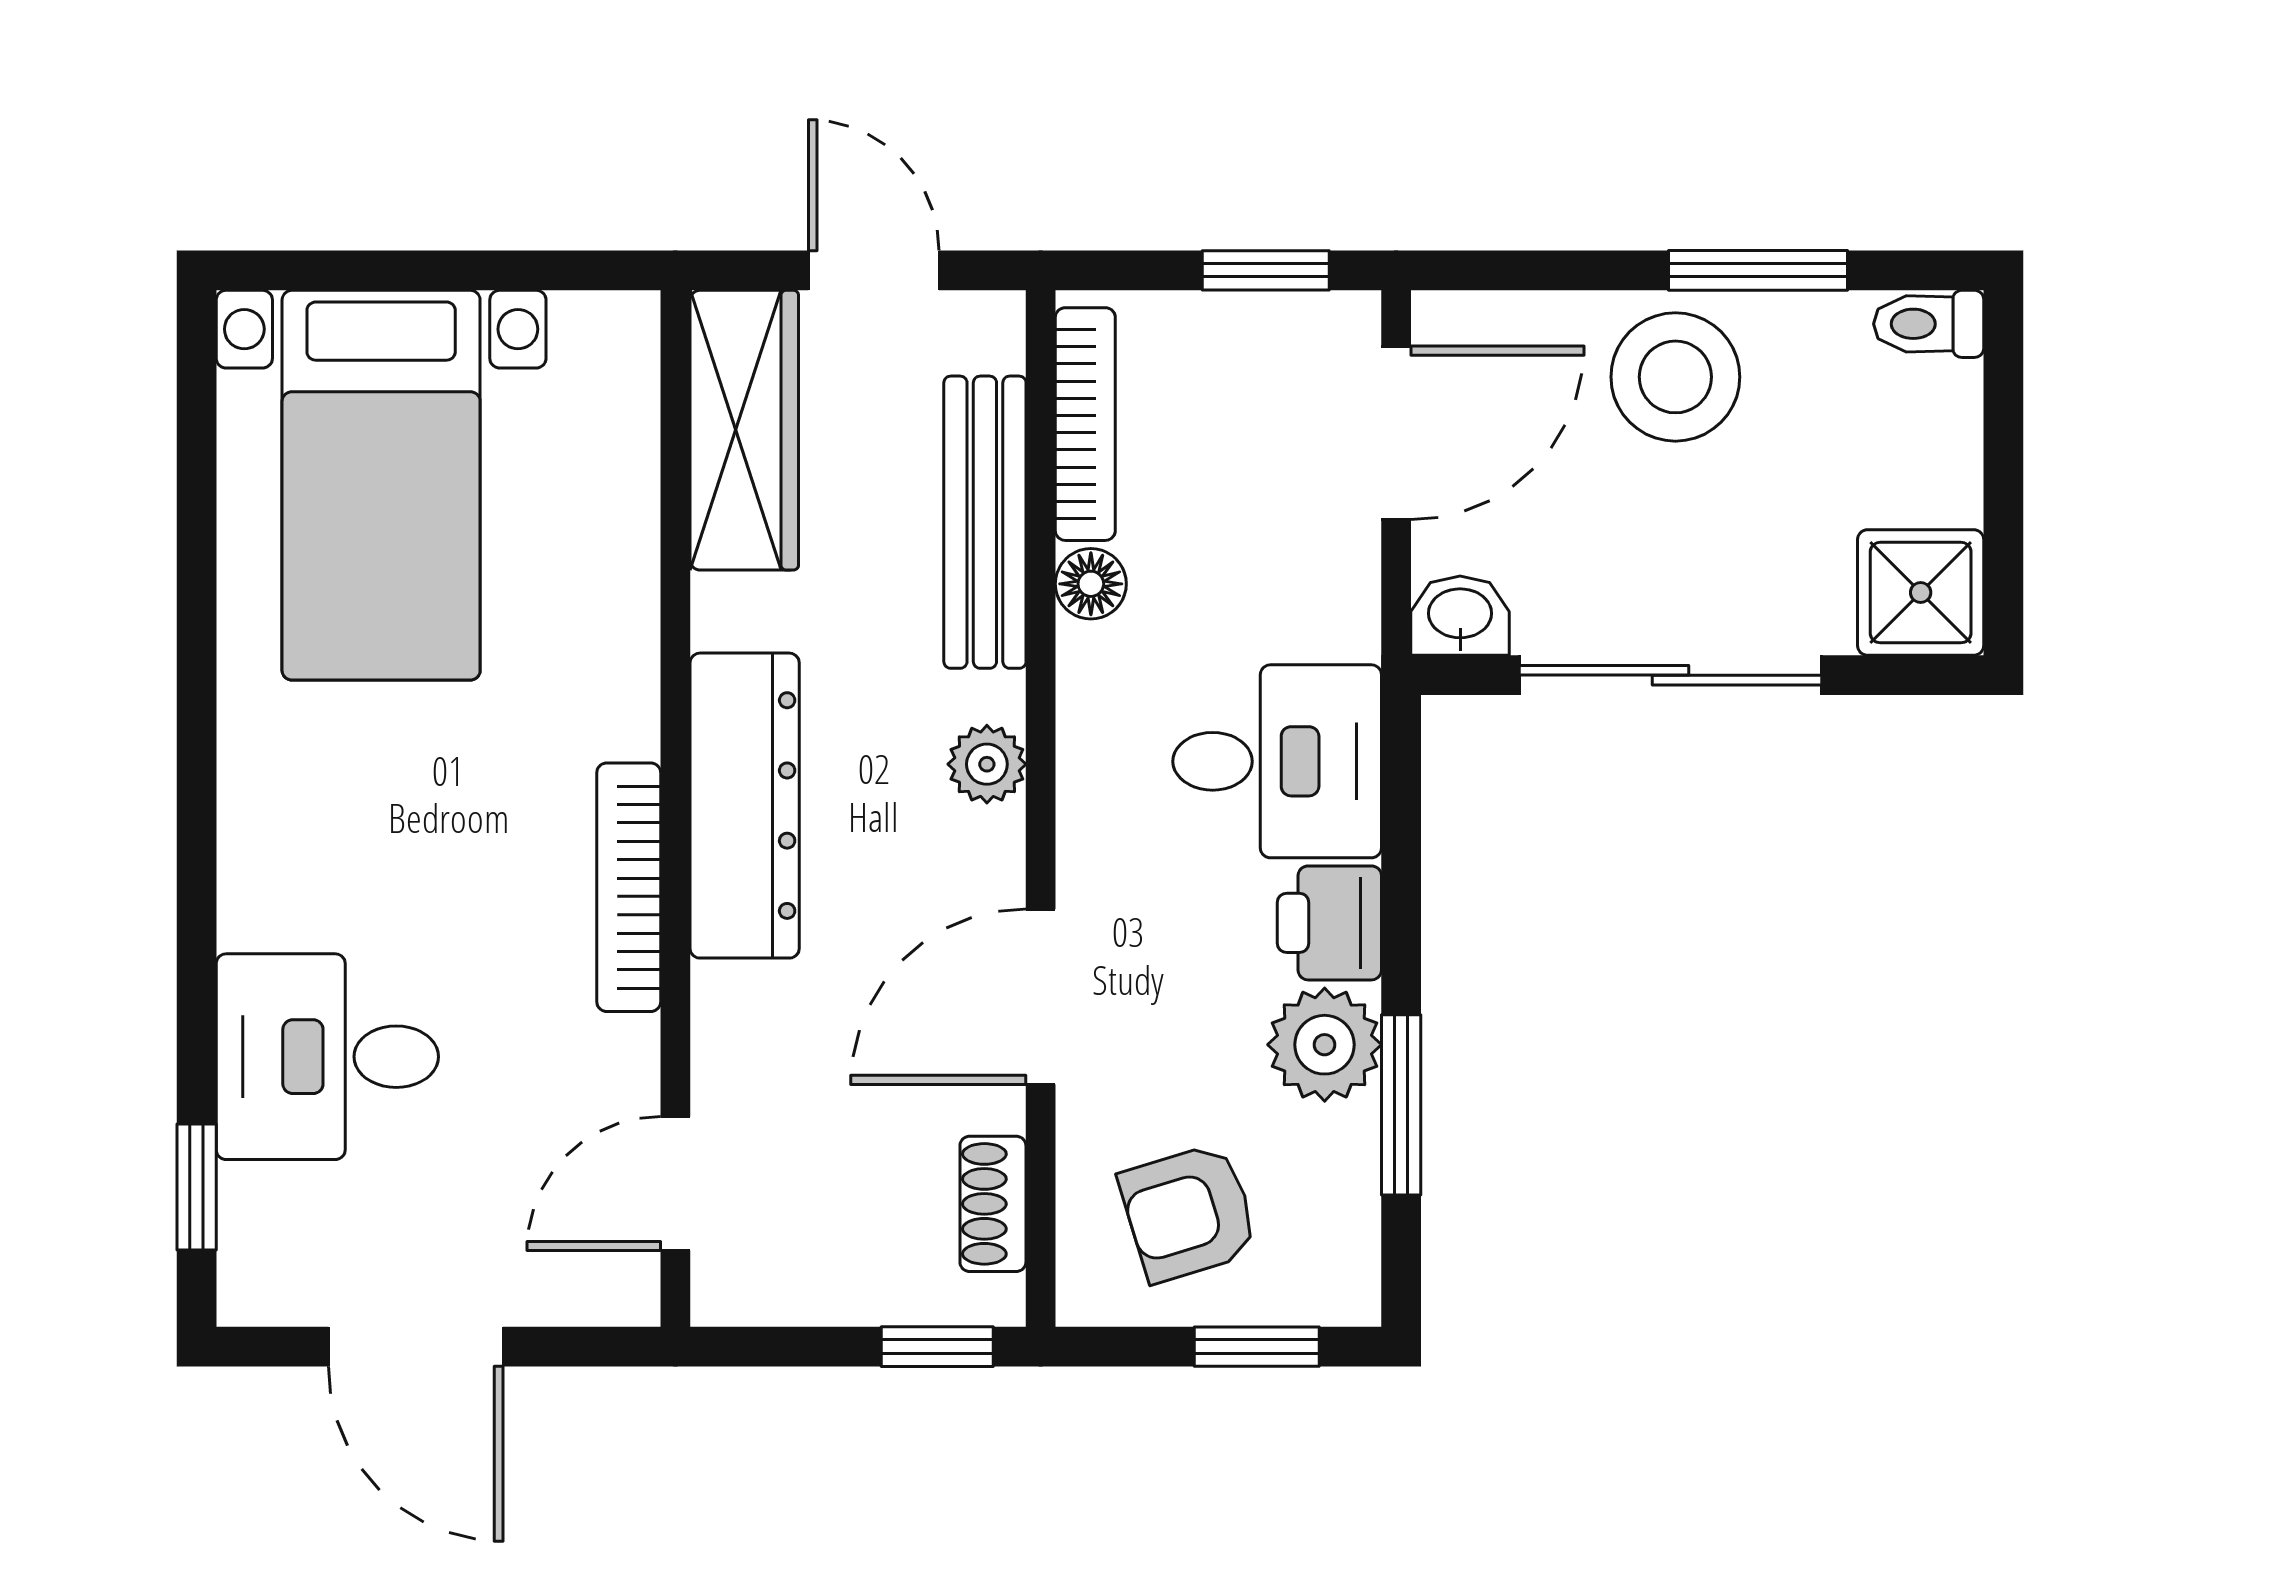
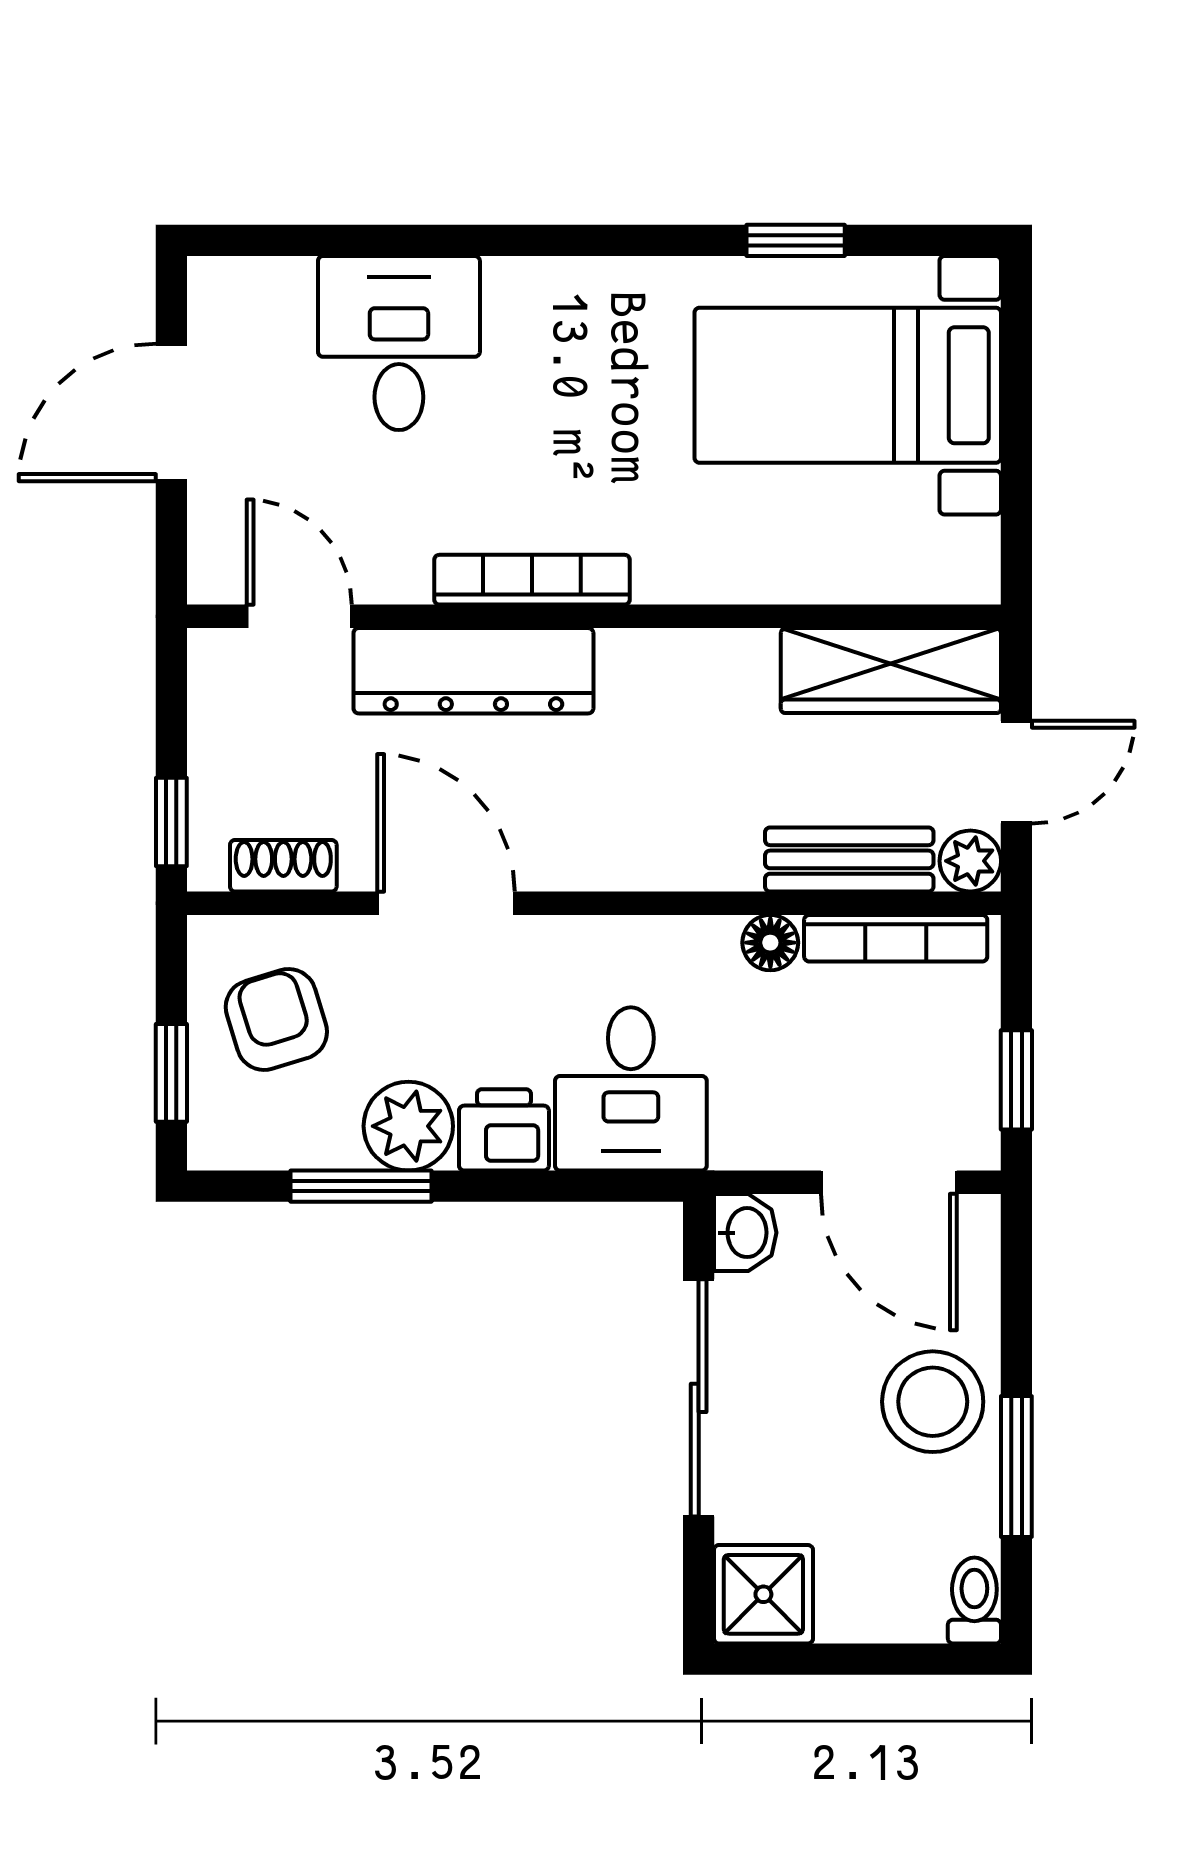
bench: (985, 522) -> (849, 859), width x0.73
plant: (987, 764) -> (970, 861), moved
dresser: (745, 806) -> (473, 671), moved
window: (197, 1187) -> (796, 240), moved

